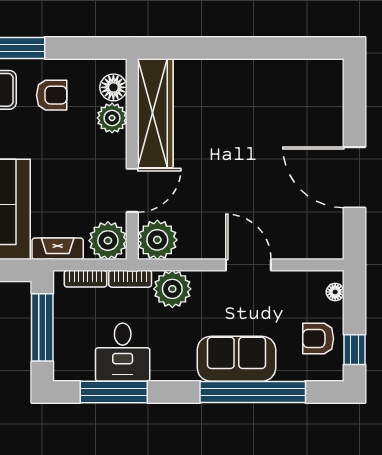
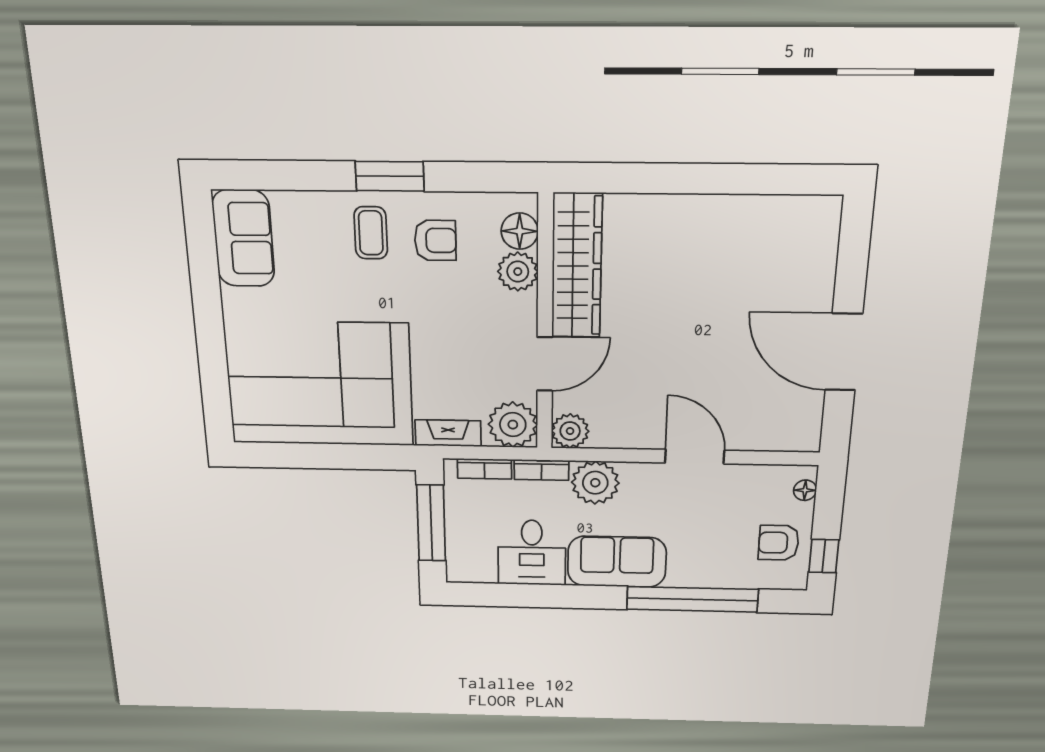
plant: (157, 240) -> (570, 431), width x0.73, depth x0.73
sofa: (236, 359) -> (617, 562), moved
window: (114, 392) -> (521, 595), removed

